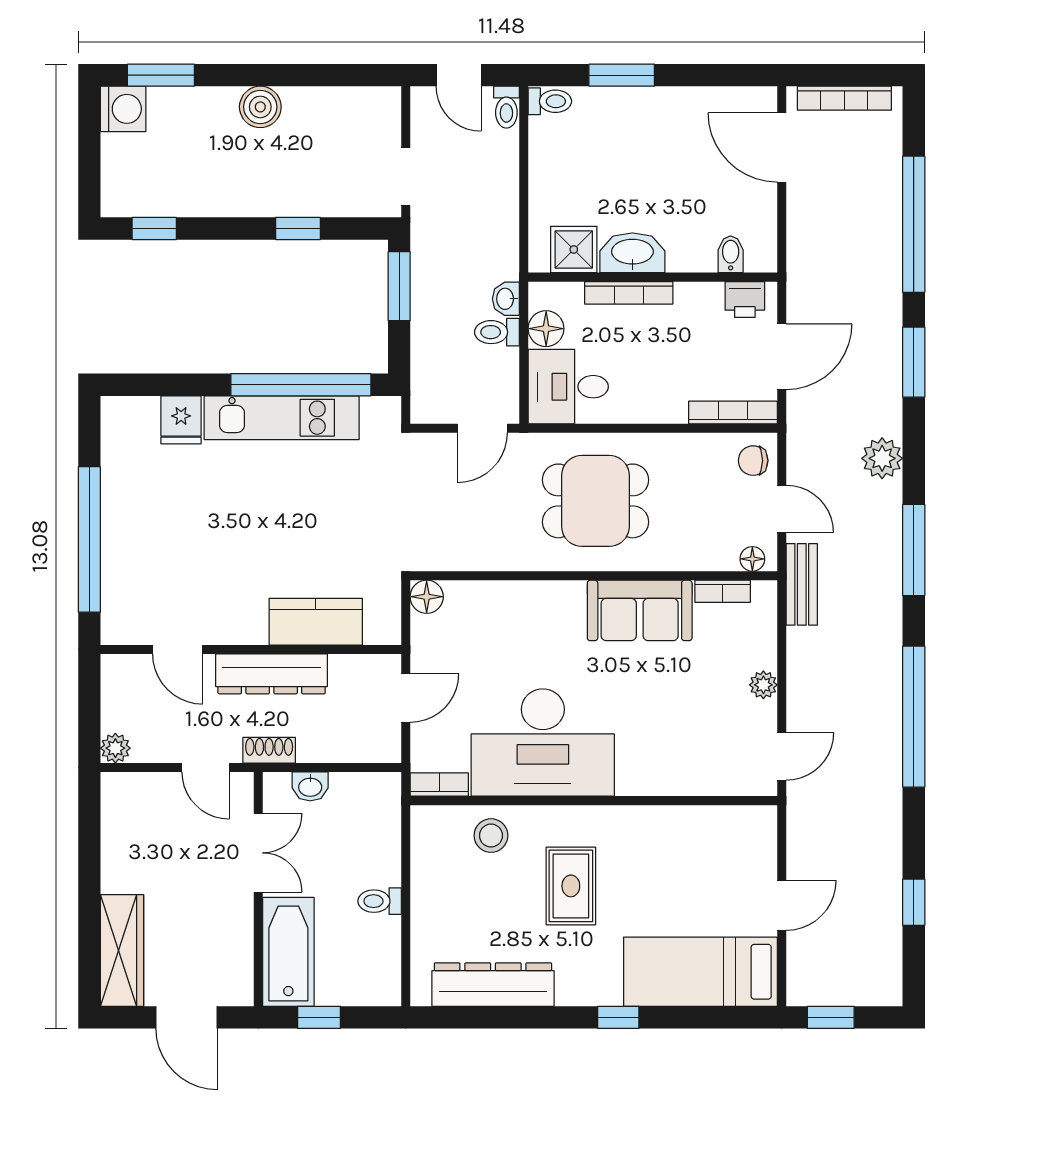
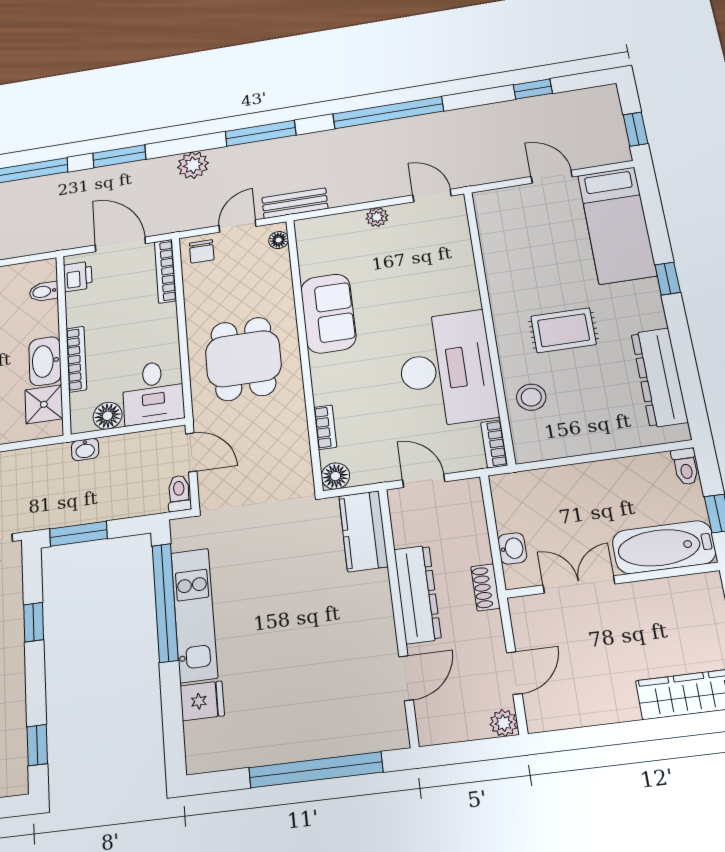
toilet: (497, 332) -> (179, 493), moved, turned 180
bookcase: (723, 591) -> (325, 427), moved
kitchen counter: (316, 622) -> (363, 531), moved
door: (206, 767) -> (514, 673), moved
toilet: (380, 901) -> (685, 466), moved

